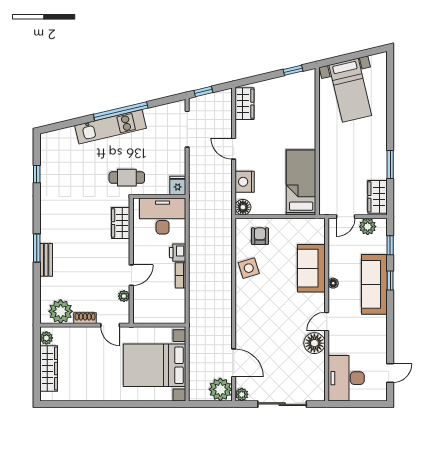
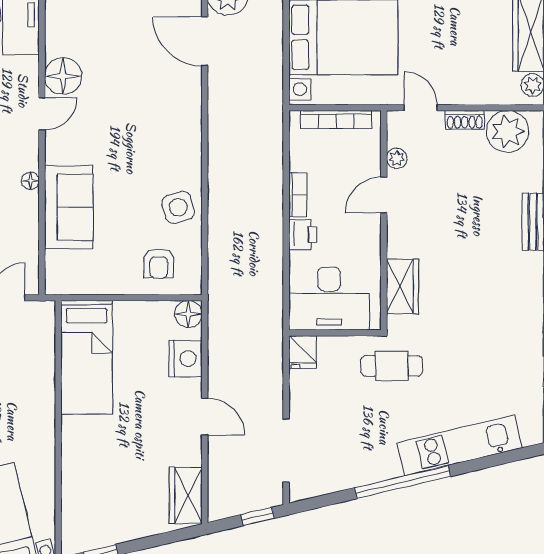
kitchen unit: (111, 127) -> (460, 445), moved
bookcase: (159, 318) -> (336, 119), added

